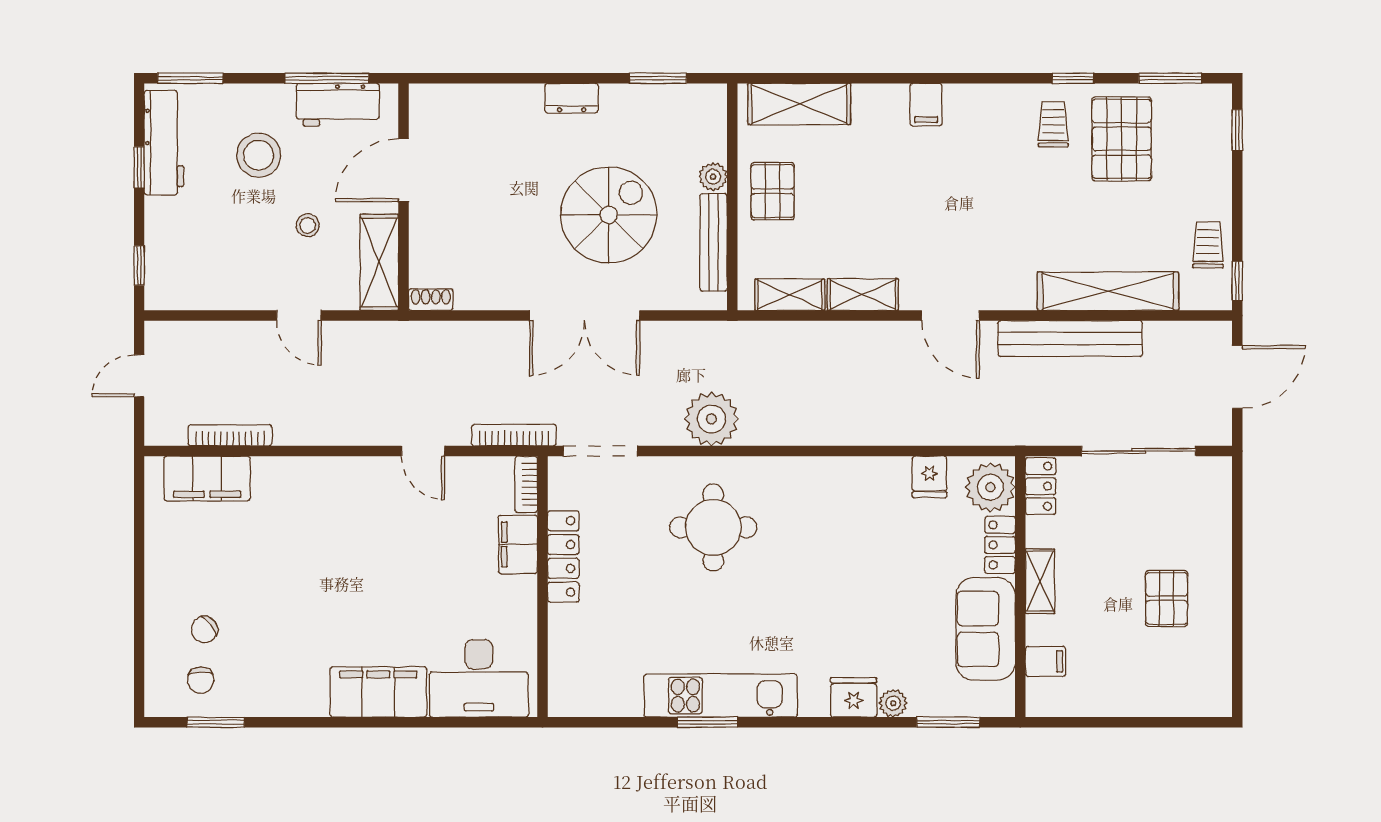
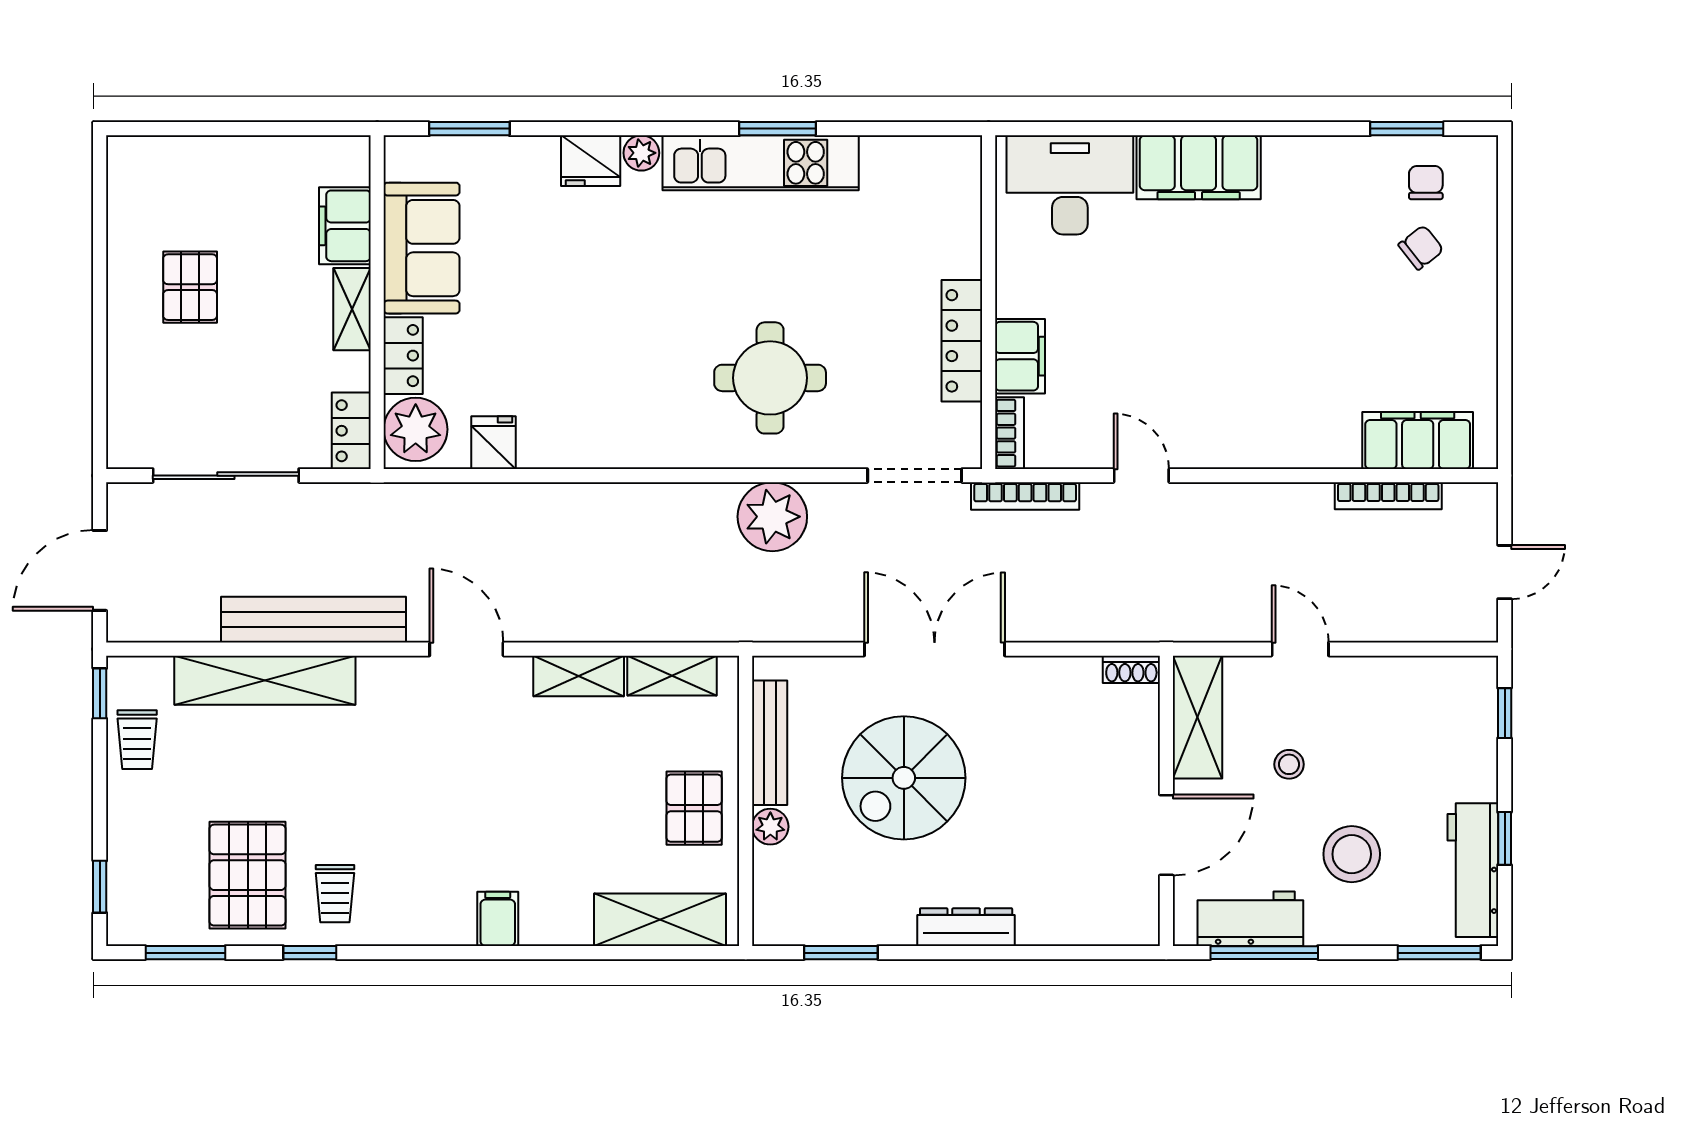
dresser: (572, 98) -> (966, 927), width x1.44
filing cabinet: (1046, 661) -> (345, 226), width x2.00
plant: (893, 703) -> (641, 153), moved

